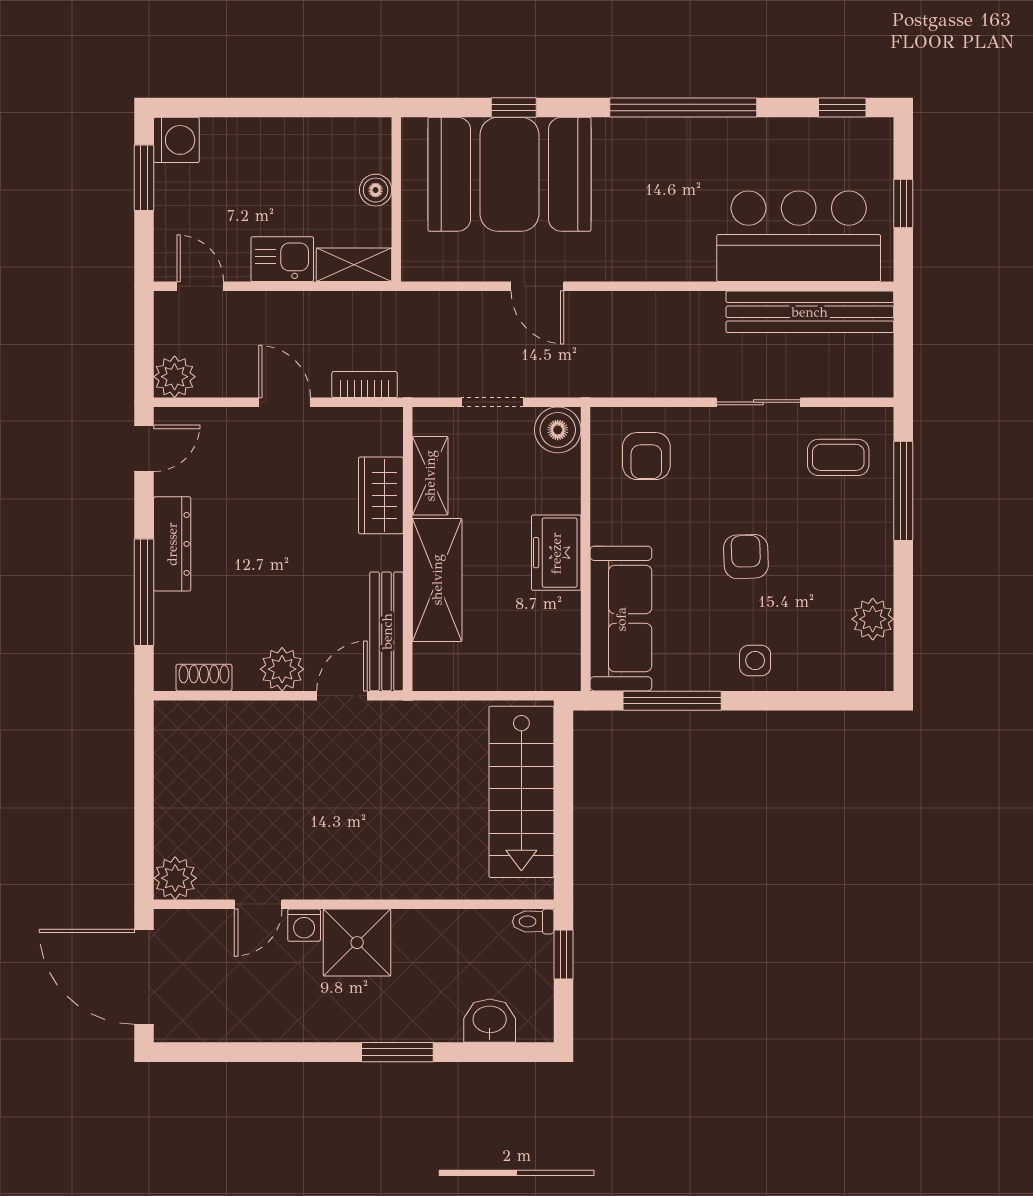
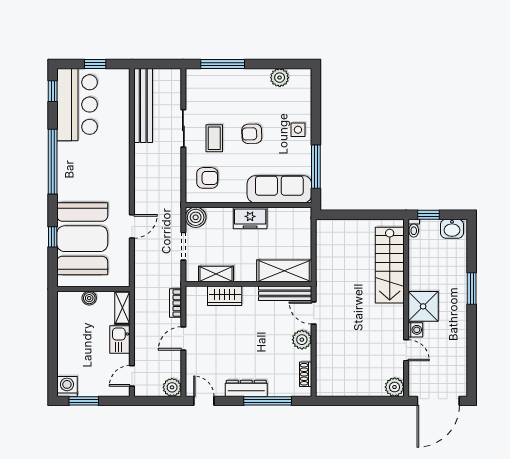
bar counter: (799, 236) -> (77, 105), moved, turned 180
coffee table: (838, 457) -> (214, 138), moved
shelving: (437, 580) -> (284, 271), moved
stairs: (521, 792) -> (390, 265), moved, turned 90
washbasin: (490, 1021) -> (452, 229), moved, turned -90

